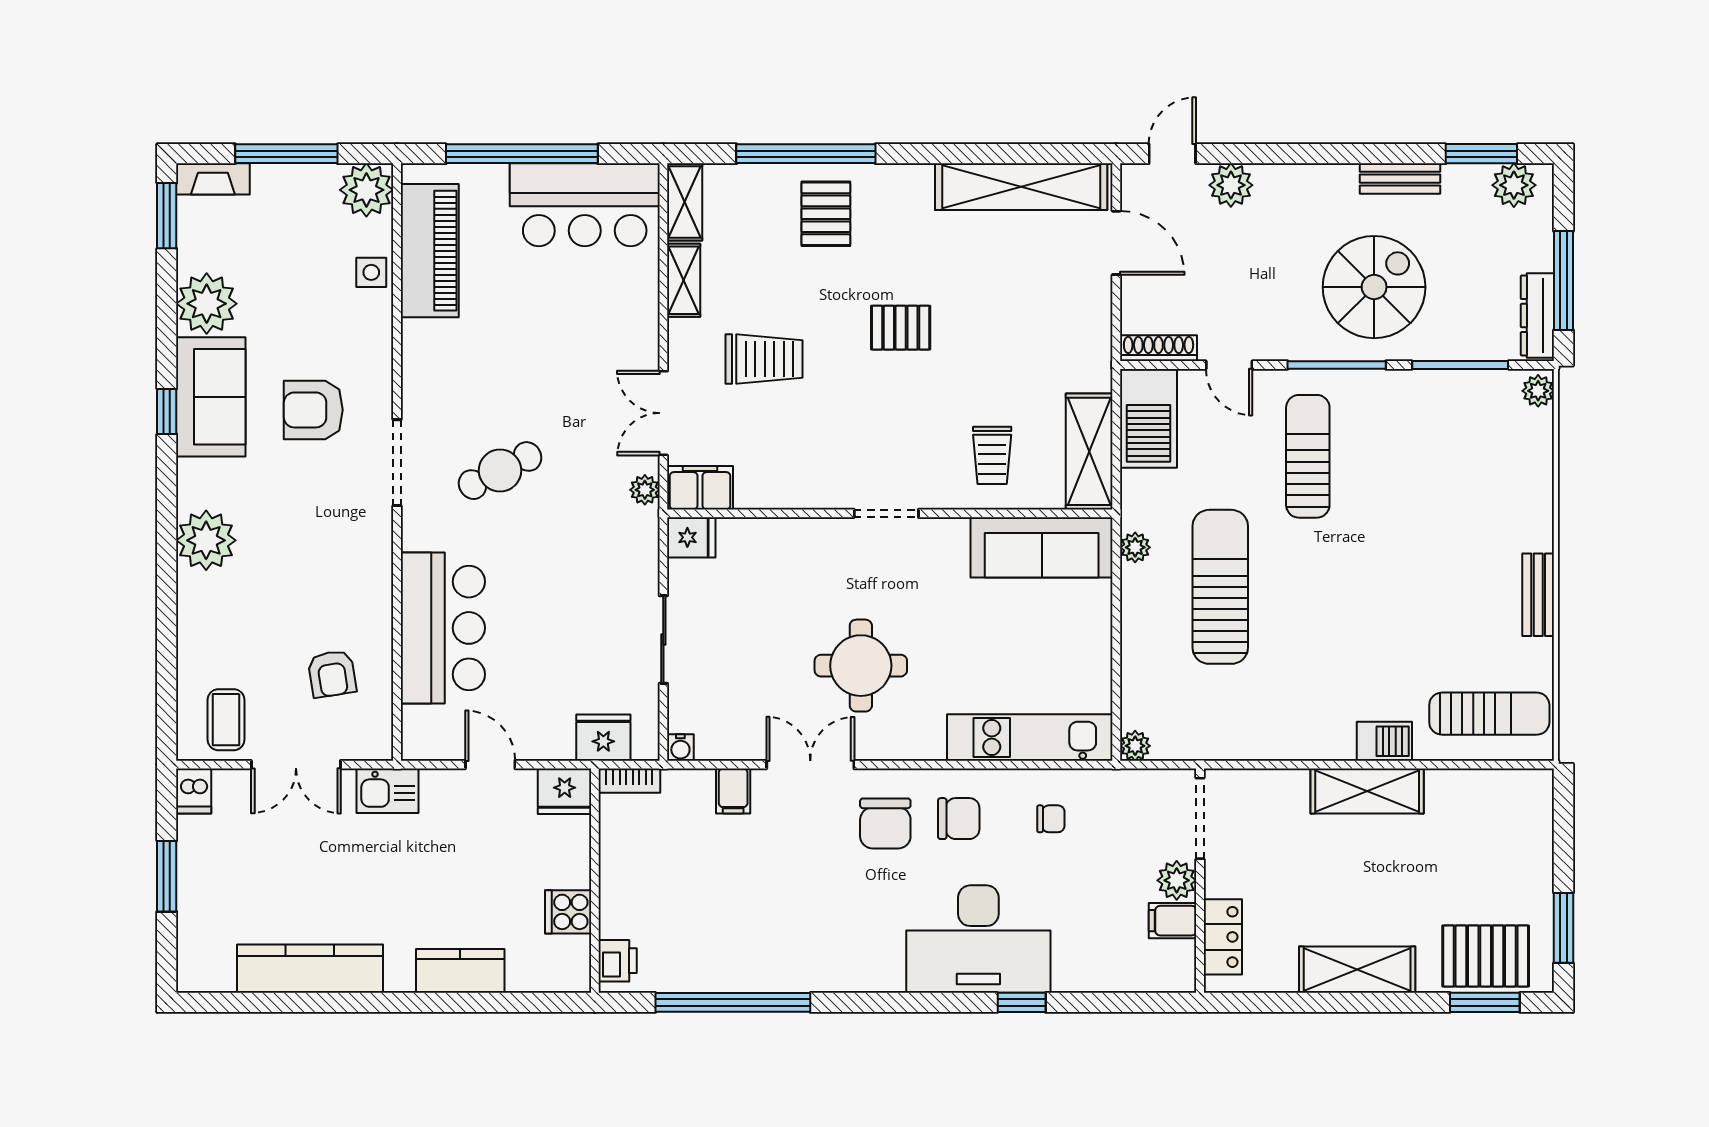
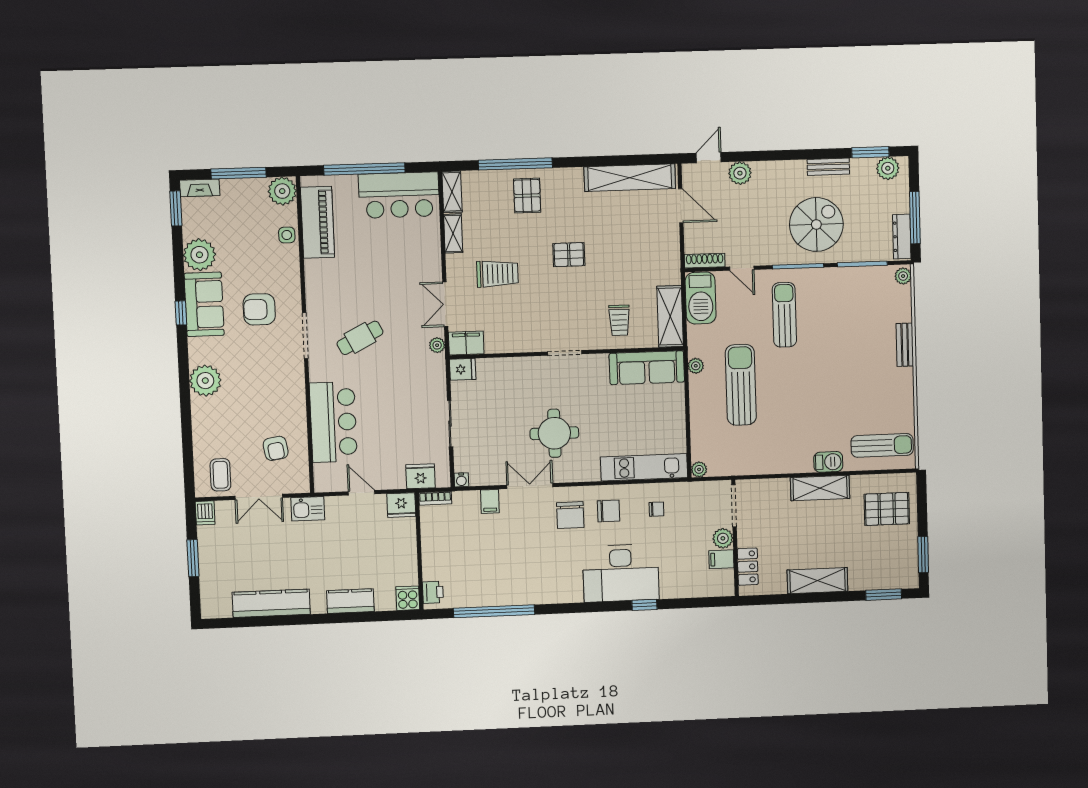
bench: (1538, 595) -> (905, 345), moved
cooker: (568, 912) -> (408, 598), moved, turned 90
pallet: (1486, 956) -> (887, 509), moved

